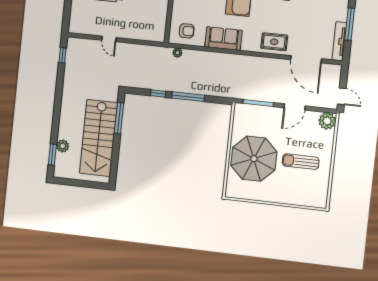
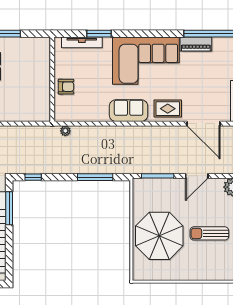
armchair: (187, 31) -> (66, 87), moved
sofa: (223, 39) -> (129, 111), moved
window: (158, 94) -> (33, 177), moved
window: (188, 97) -> (95, 177), moved

